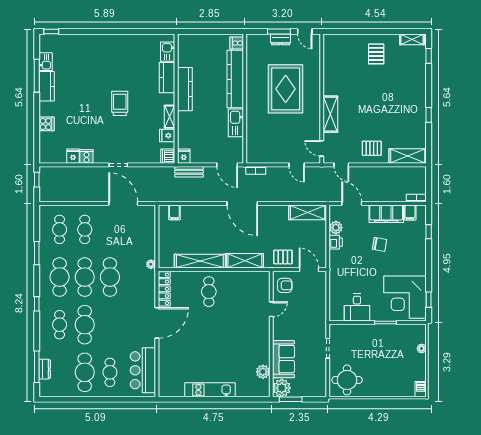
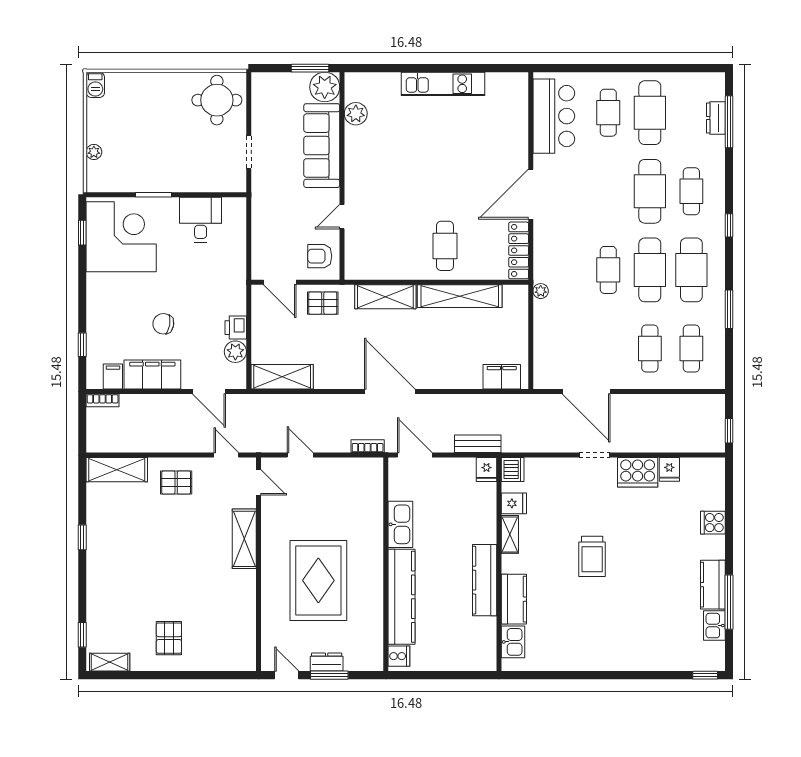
cooker: (86, 157) -> (638, 472), width x1.87, depth x1.31
filing cabinet: (174, 212) -> (502, 377), width x2.00
cafe table: (110, 277) -> (608, 270), width x0.73, depth x0.74
sofa: (283, 359) -> (322, 146), width x1.36

